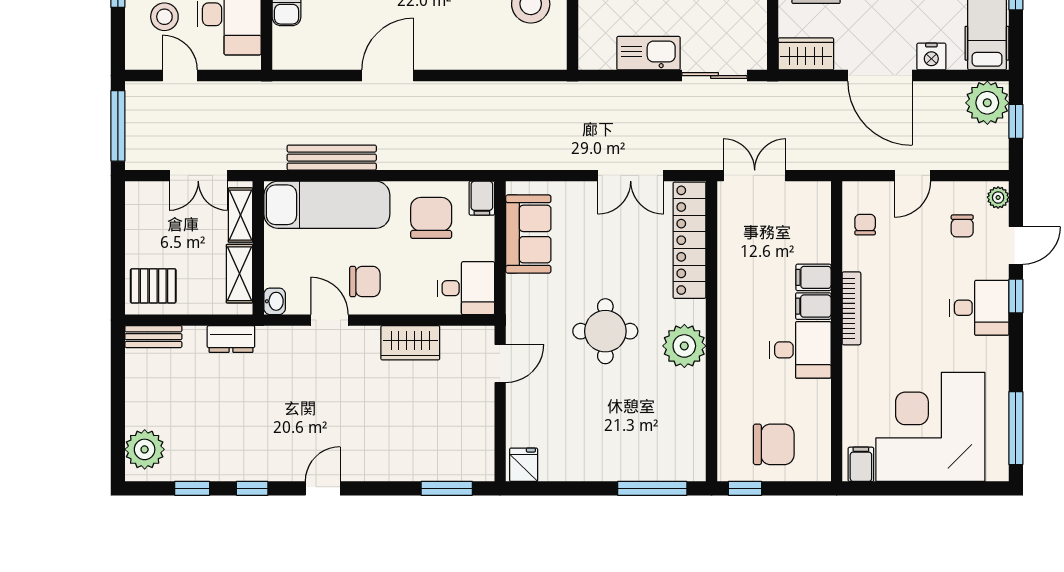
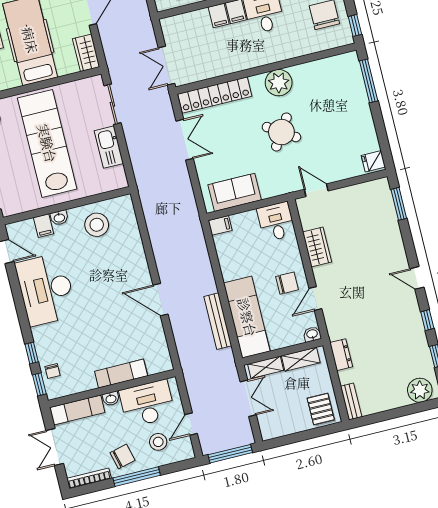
chair: (431, 218) -> (239, 253), removed
chair: (365, 282) -> (287, 283), turned 90
round table: (605, 331) -> (281, 132), turned 33

